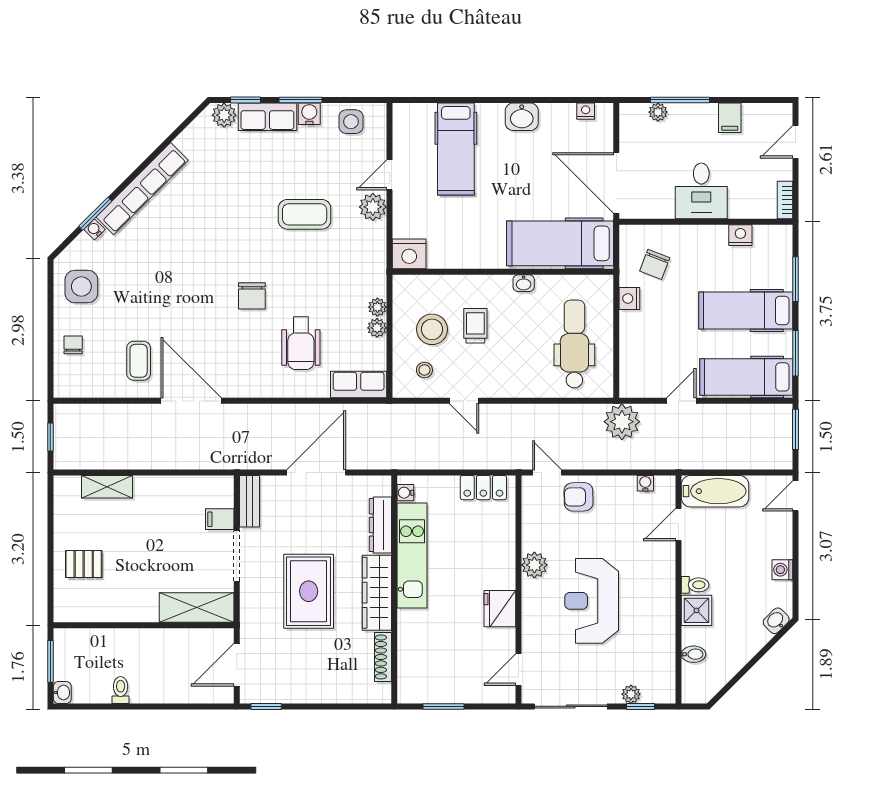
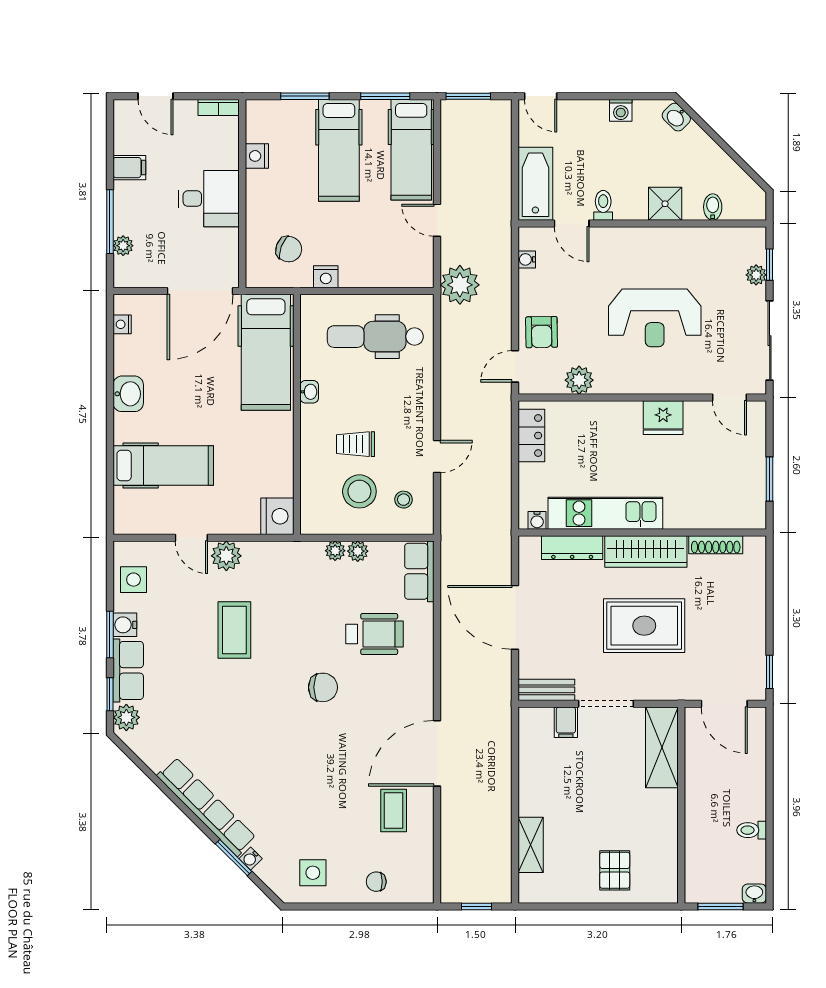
side table: (81, 287) -> (313, 873), width x0.73, depth x0.73
coffee table: (139, 361) -> (394, 811), turned 90
plant: (534, 565) -> (579, 380), moved
toilet: (695, 585) -> (603, 205), moved

